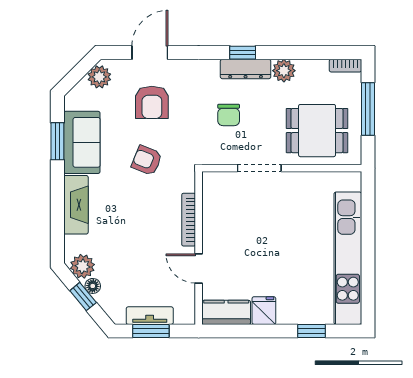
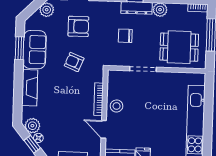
armchair: (152, 102) -> (78, 26), turned -90
chair: (229, 115) -> (125, 36), turned 90
stool: (218, 230) -> (117, 106), added

